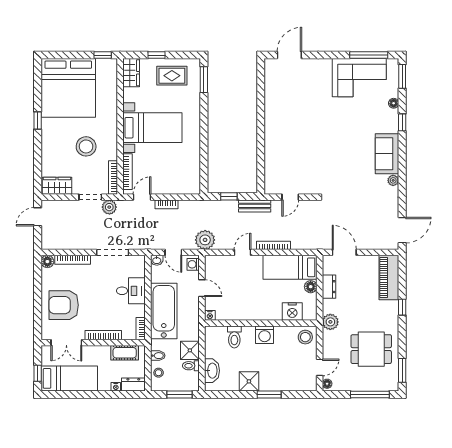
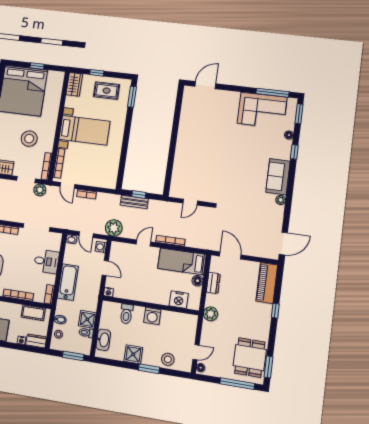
window: (103, 55) -> (37, 66), moved
door: (142, 197) -> (67, 185), swing flipped
bench: (255, 206) -> (134, 202), moved
bathtub: (164, 311) -> (68, 282), width x0.73, depth x0.73
stool: (305, 337) -> (168, 359), moved
dining table: (371, 349) -> (250, 358), moved, turned 90

